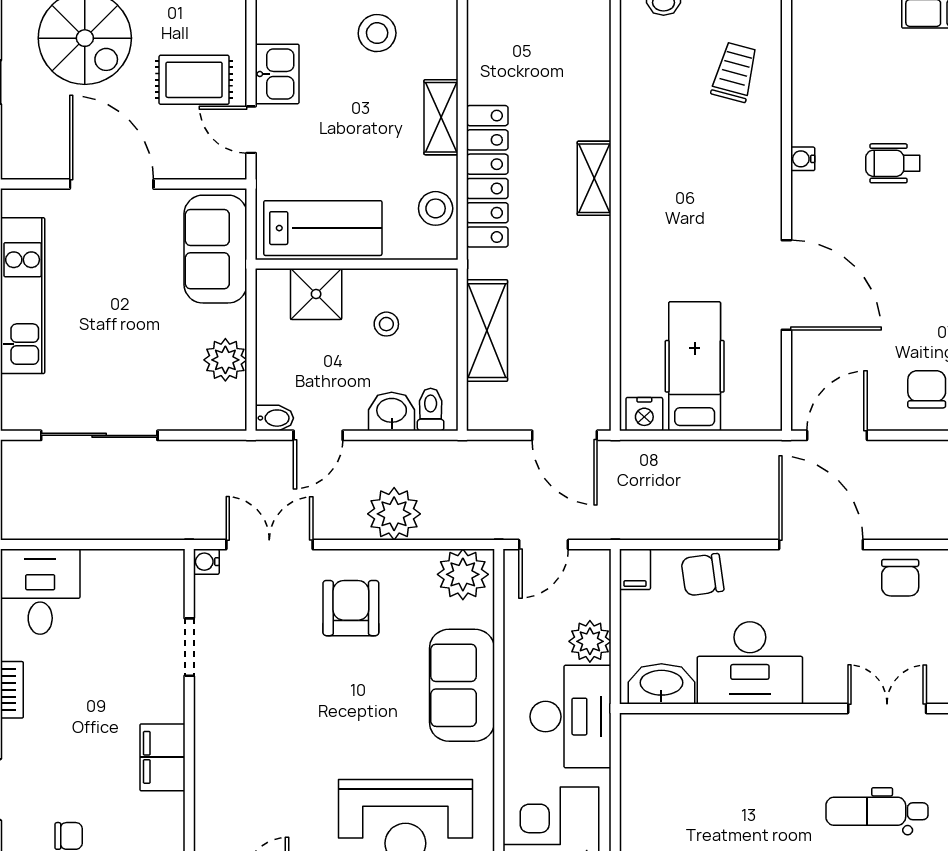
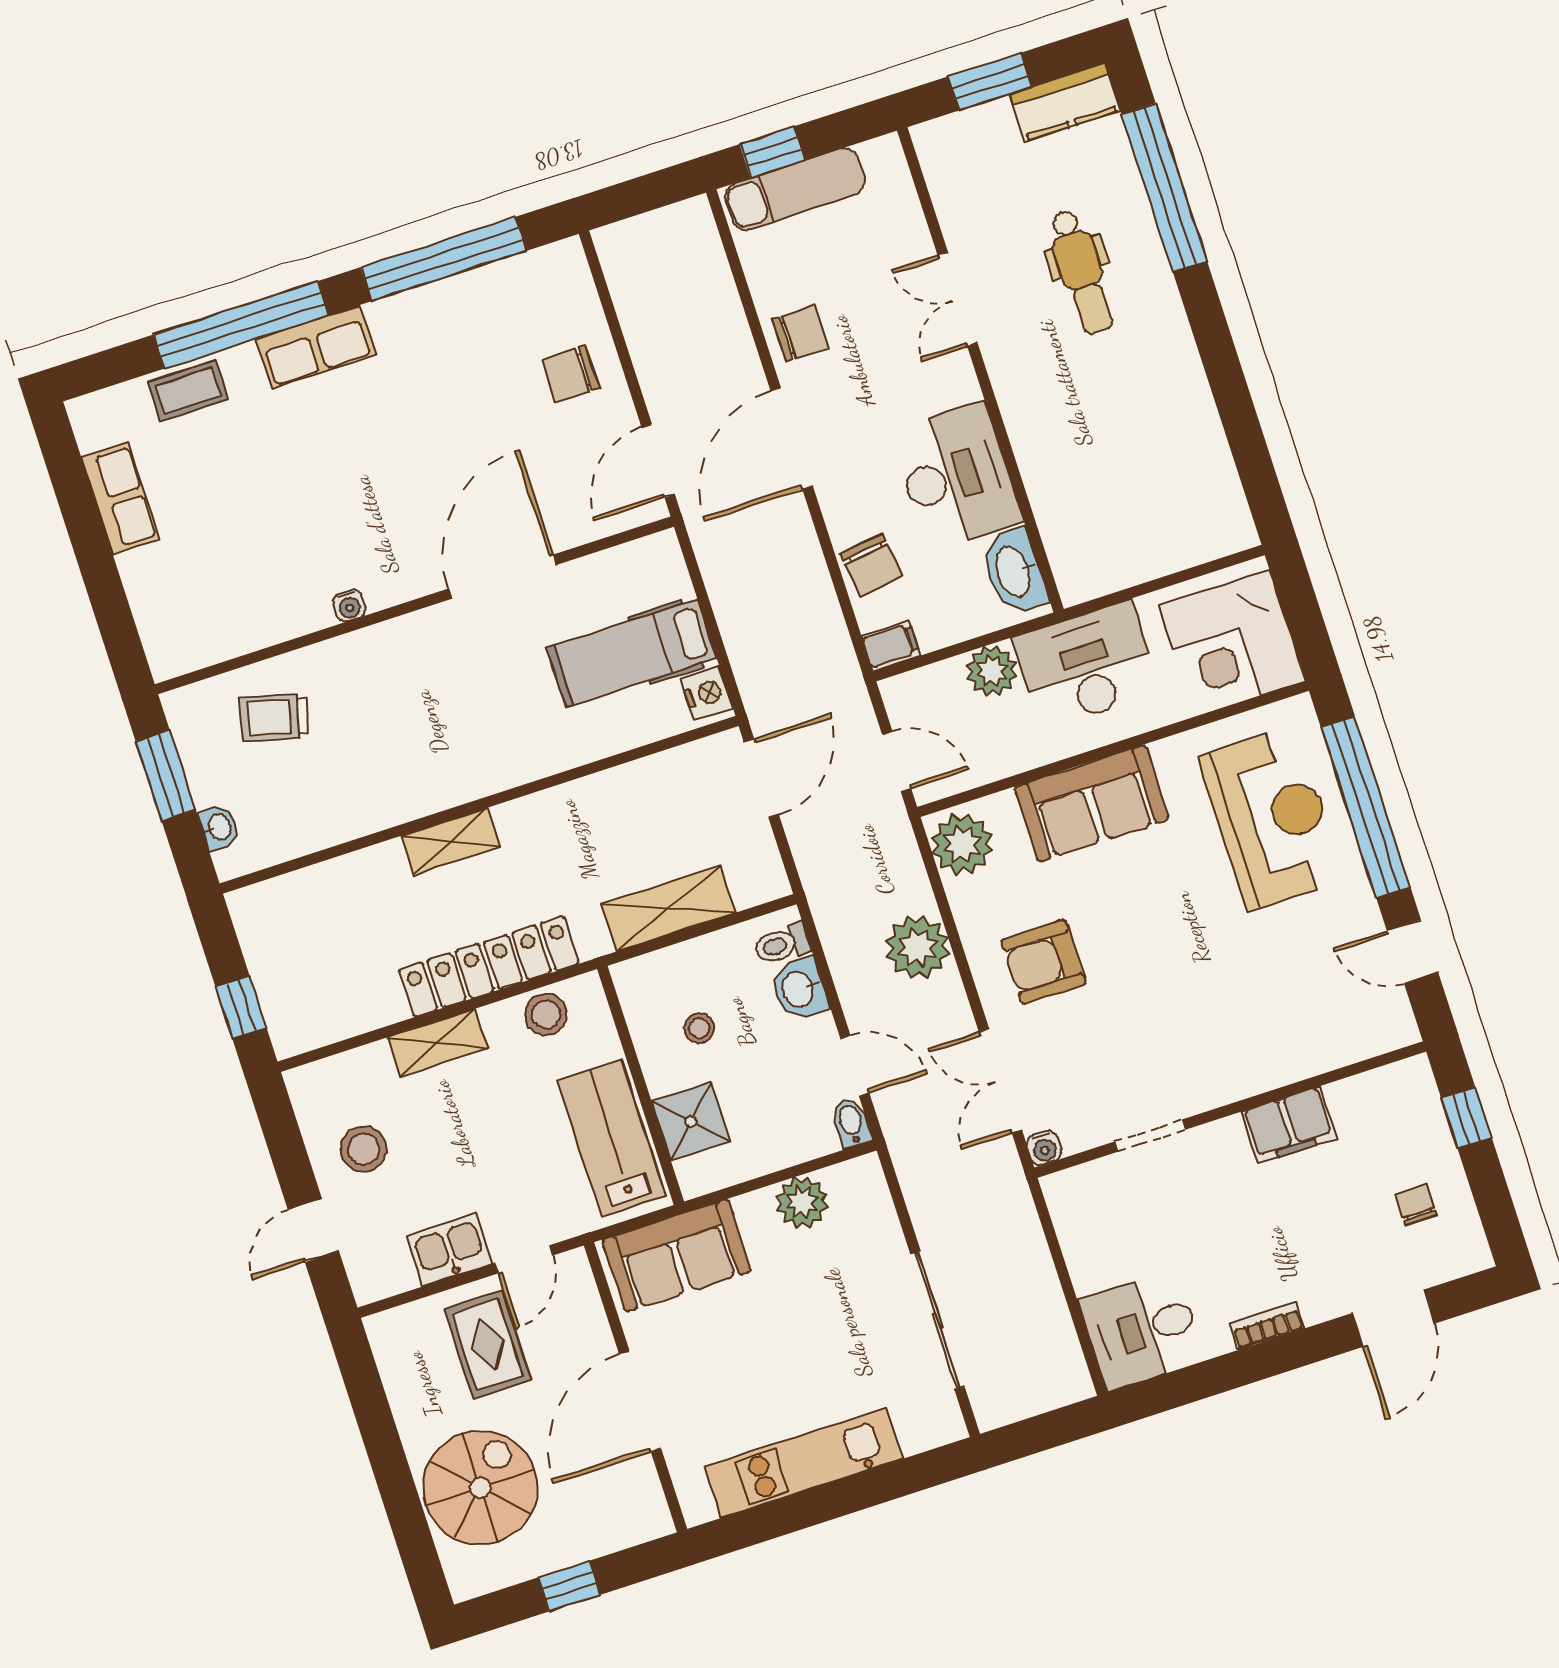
wheelchair: (893, 163) -> (320, 499), removed
door: (837, 435) -> (658, 461), hinge flipped

